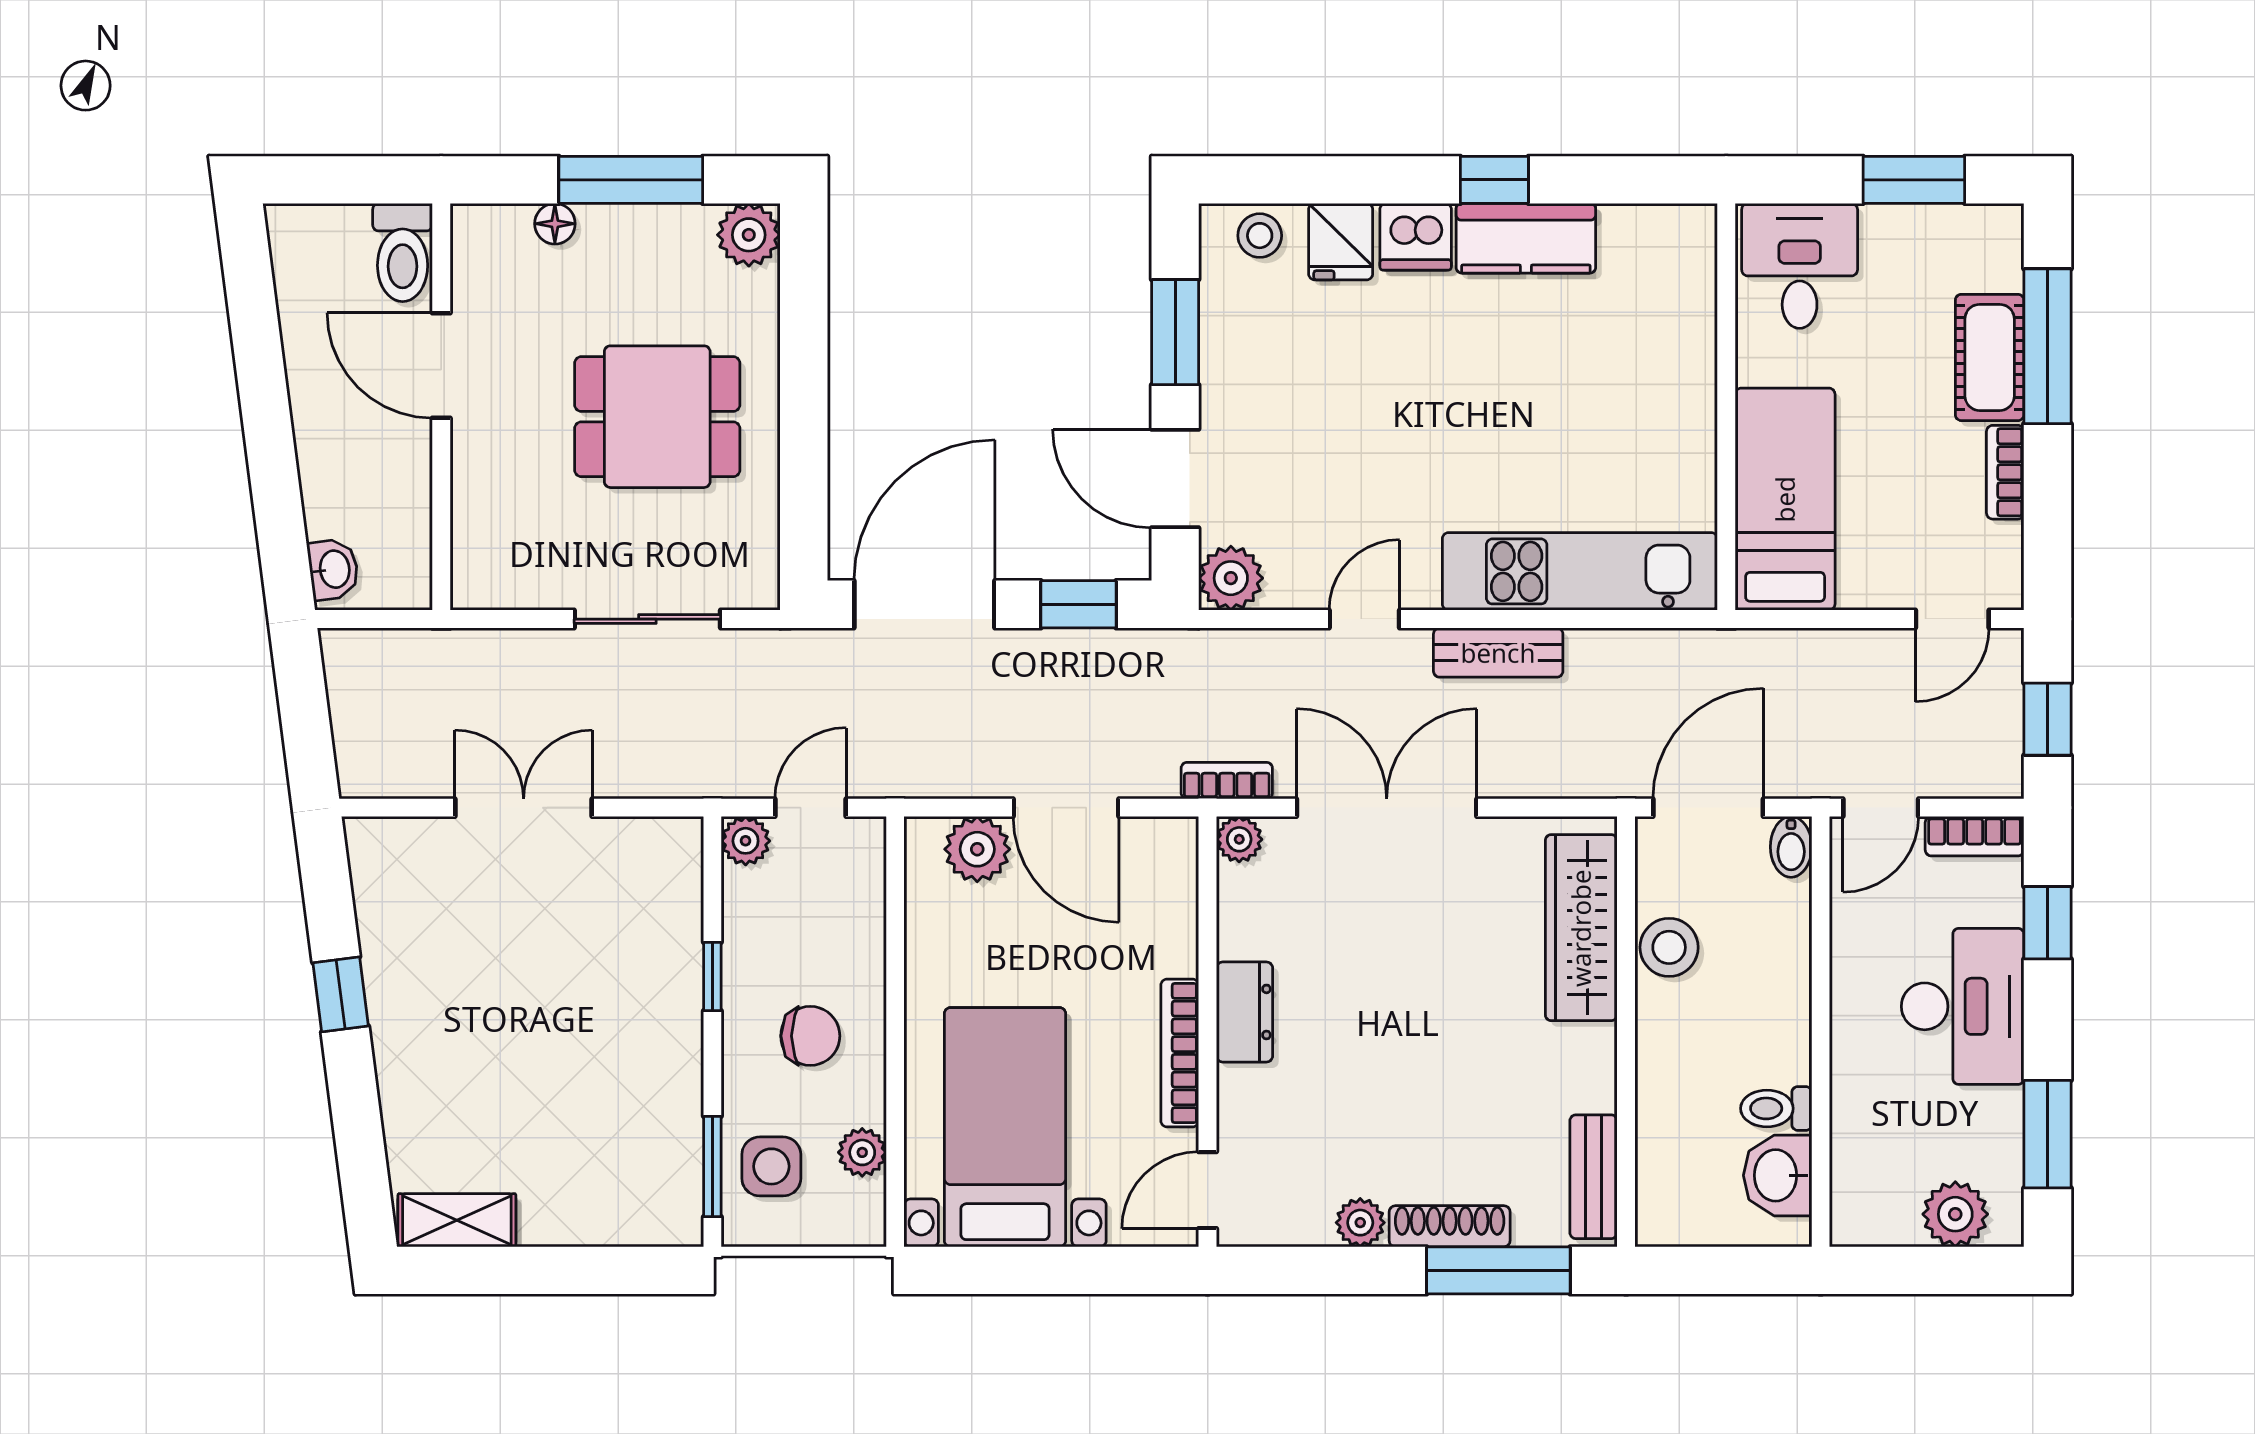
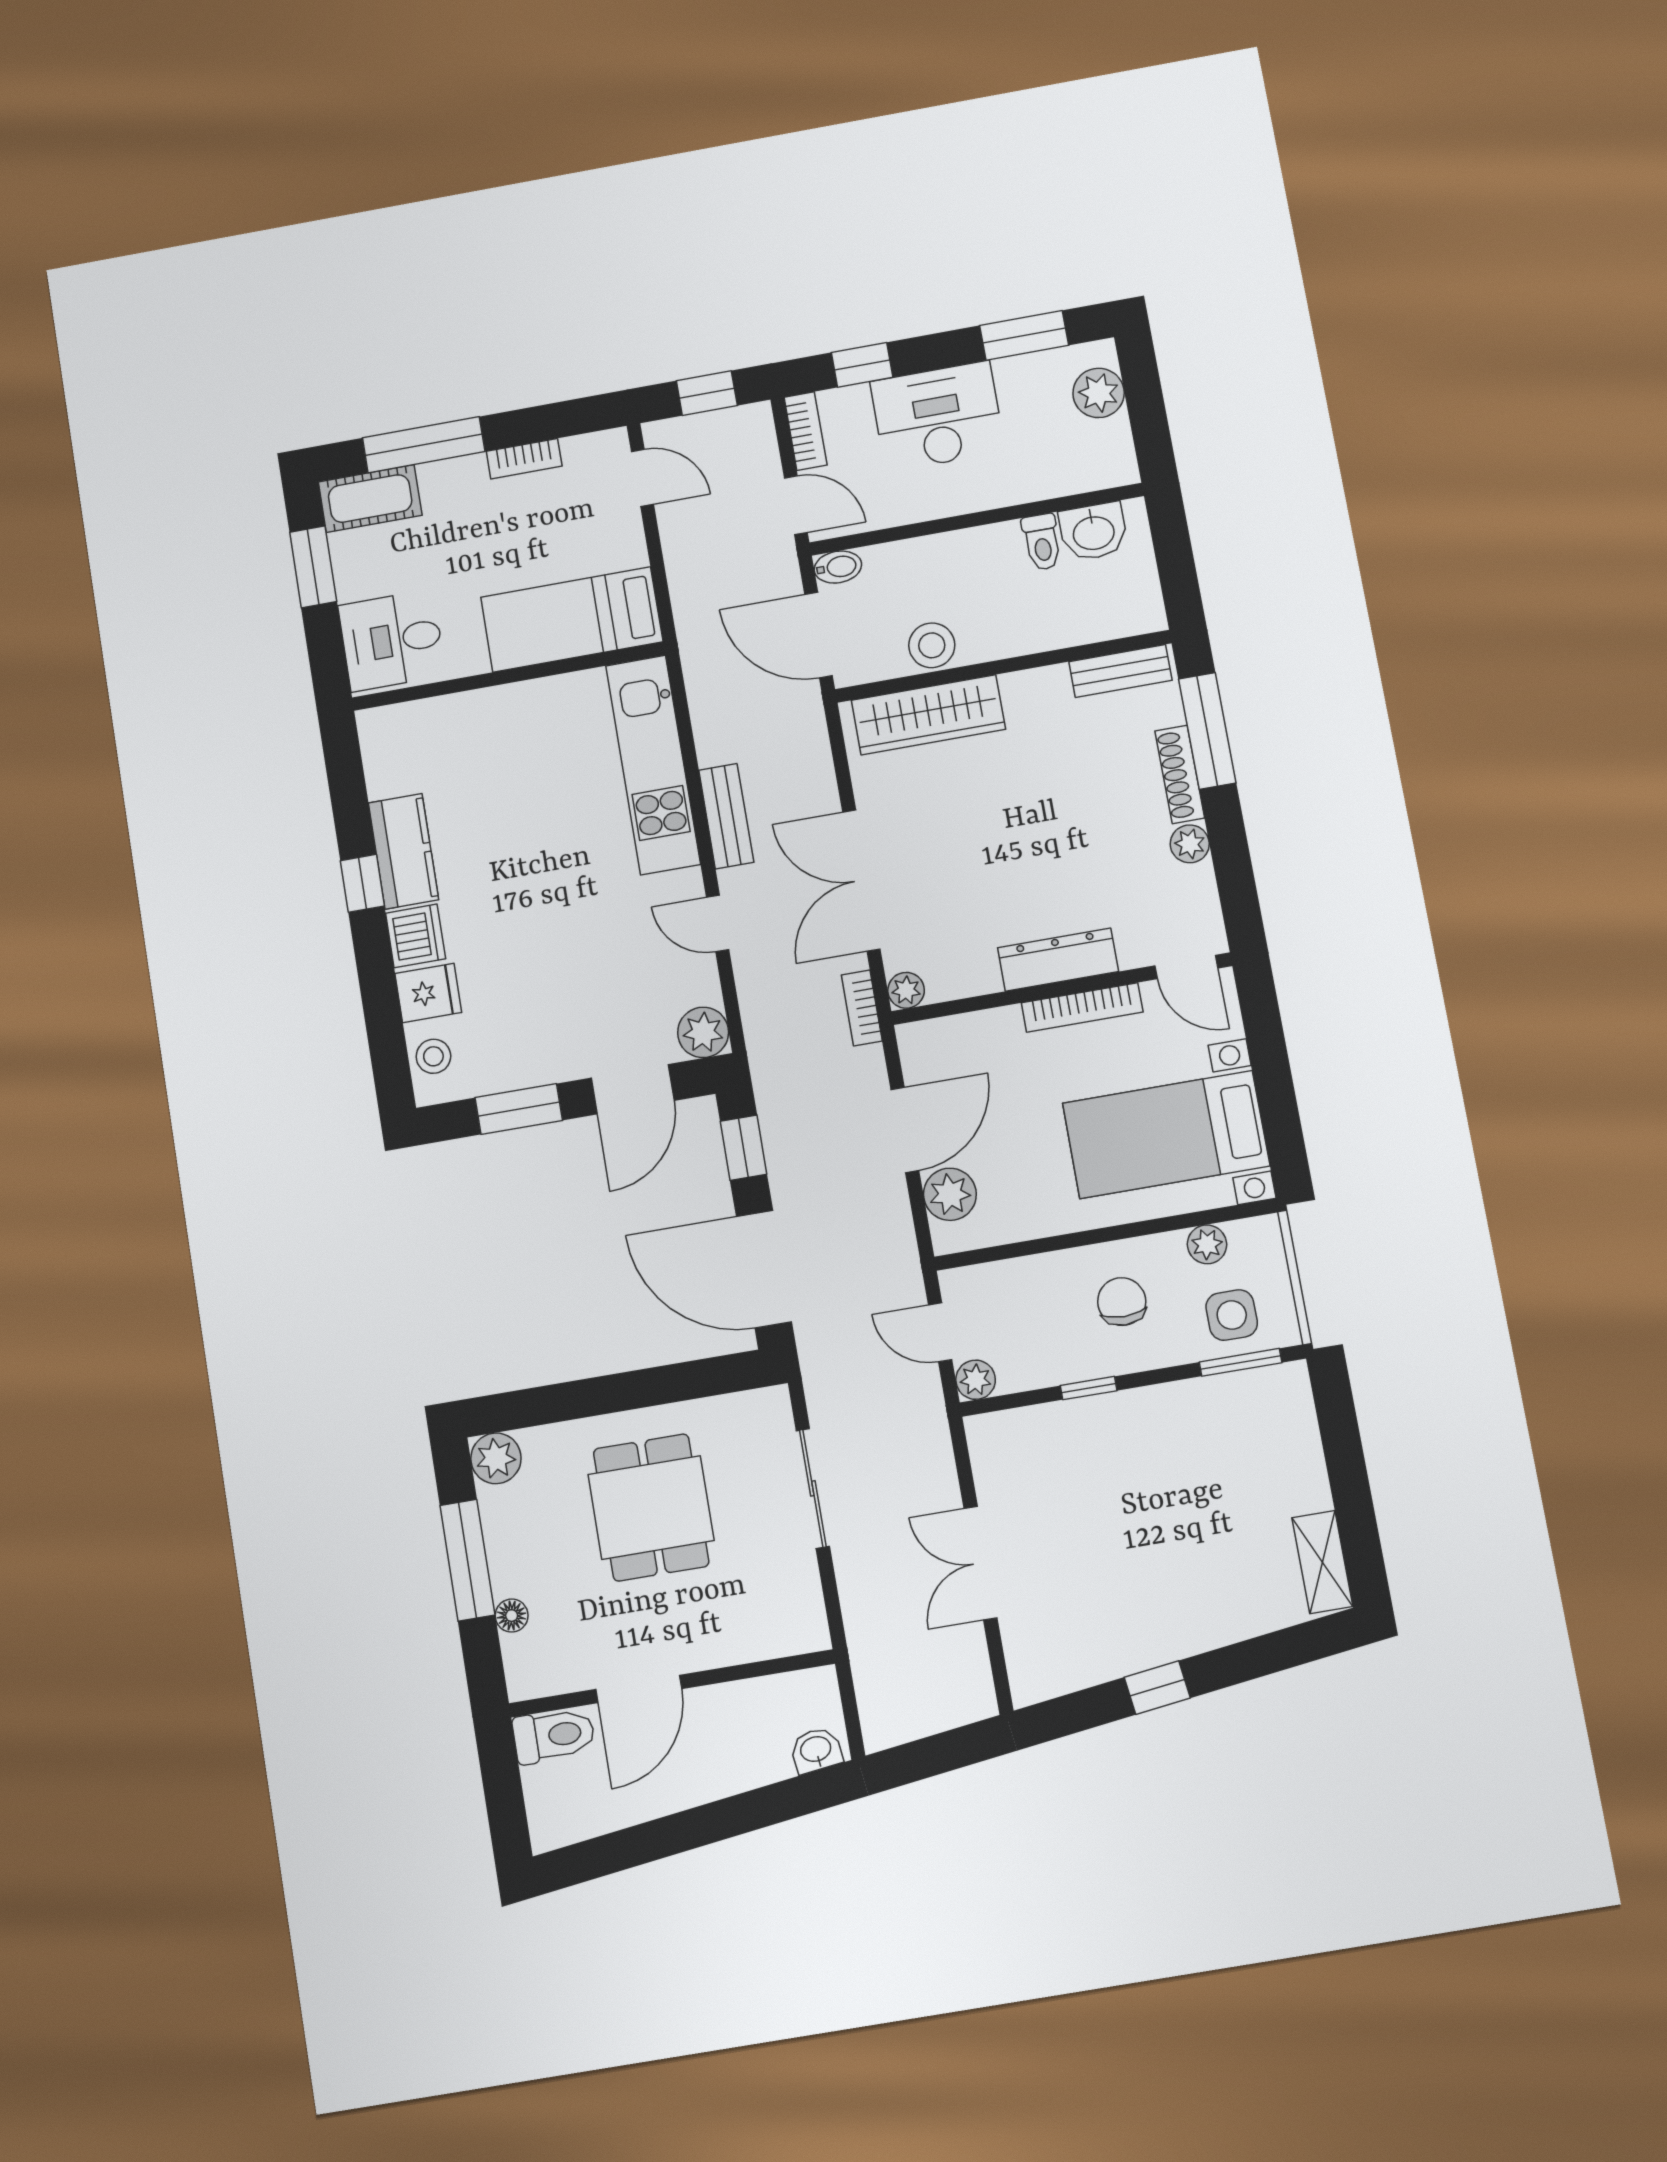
cot: (1990, 357) -> (370, 499), moved
dresser: (1245, 1012) -> (1058, 960), width x1.44

